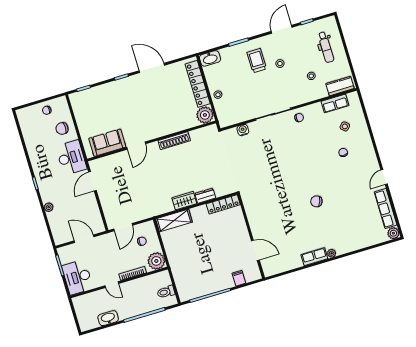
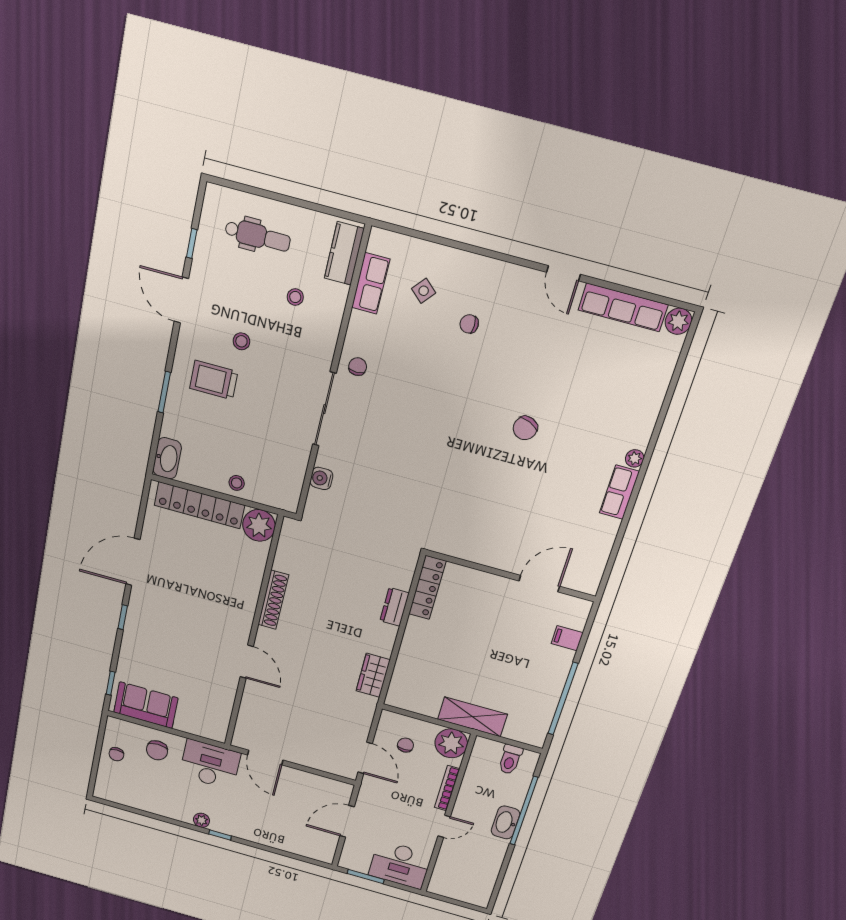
sofa: (107, 143) -> (146, 705), moved, turned 90
wardrobe: (184, 201) -> (373, 675), moved
plant: (49, 207) -> (201, 820), moved
shelving: (174, 221) -> (472, 717), moved, turned 90
washbasin: (108, 318) -> (505, 822), moved

